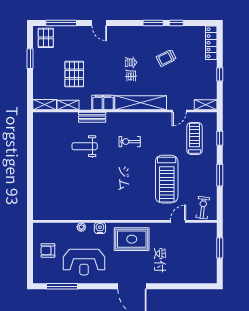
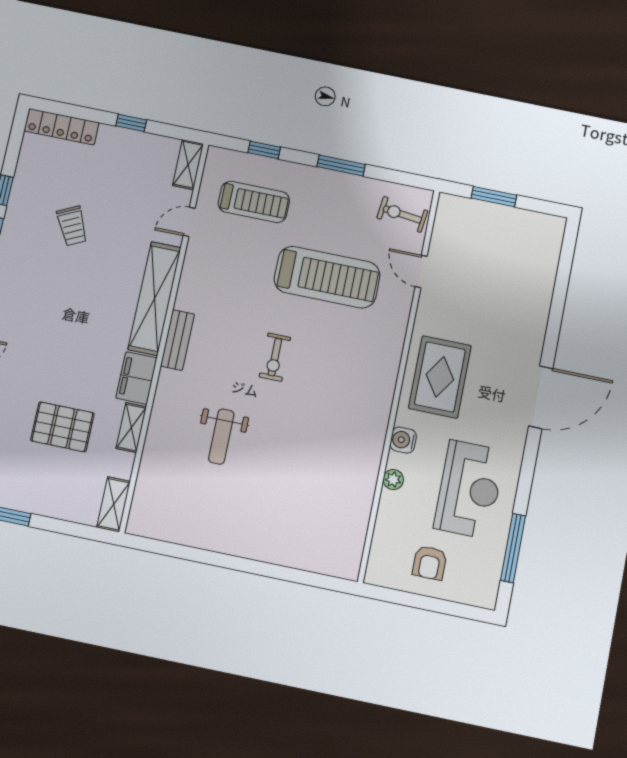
shelving: (68, 105) -> (131, 428), moved
door: (179, 111) -> (189, 222), swing flipped
bench: (92, 117) -> (177, 340), moved
treadmill: (195, 139) -> (254, 202), turned 180
exercise bike: (130, 142) -> (275, 357), moved

